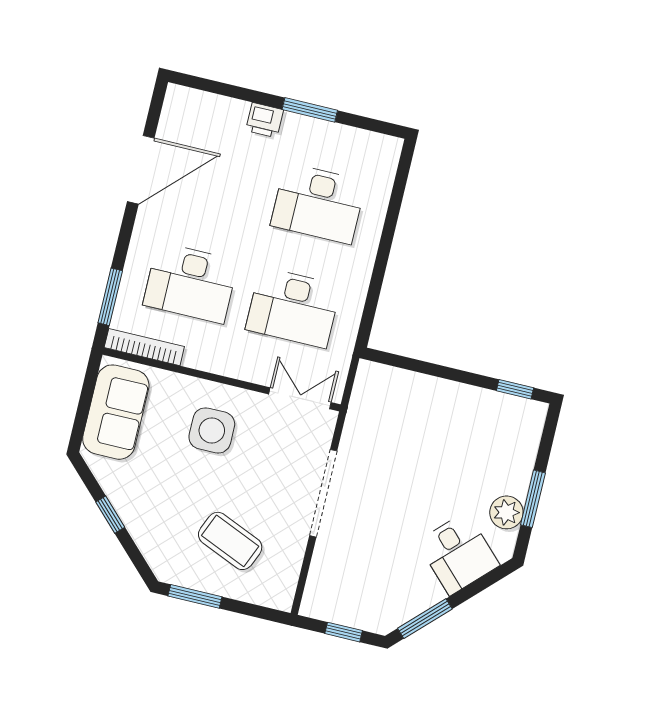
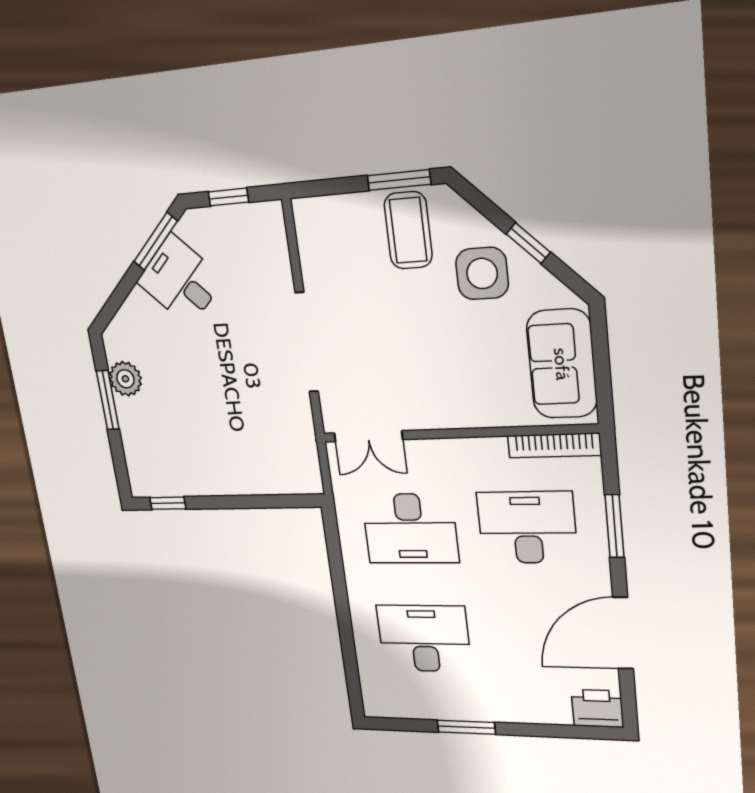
printer: (264, 120) -> (597, 708), moved, width x1.36, depth x1.24
window: (110, 297) -> (615, 526), moved
desk: (293, 308) -> (410, 529), turned 180
side table: (212, 430) -> (482, 273), moved
coffee table: (230, 541) -> (408, 230), moved, turned 67
desk: (458, 554) -> (181, 281), moved

